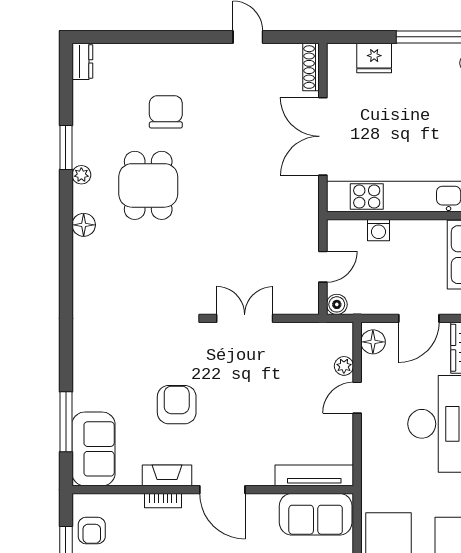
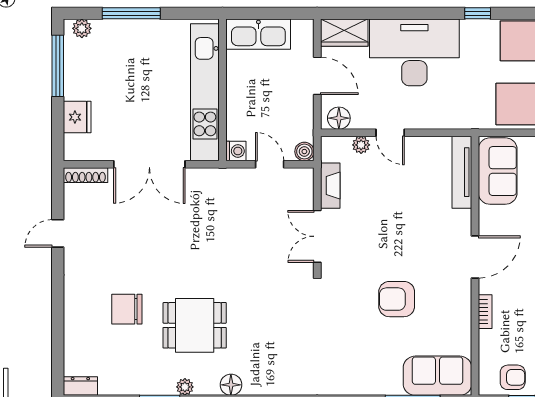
washing machine: (379, 230) -> (236, 151), moved
fireplace: (167, 475) -> (330, 186), moved, turned 180

